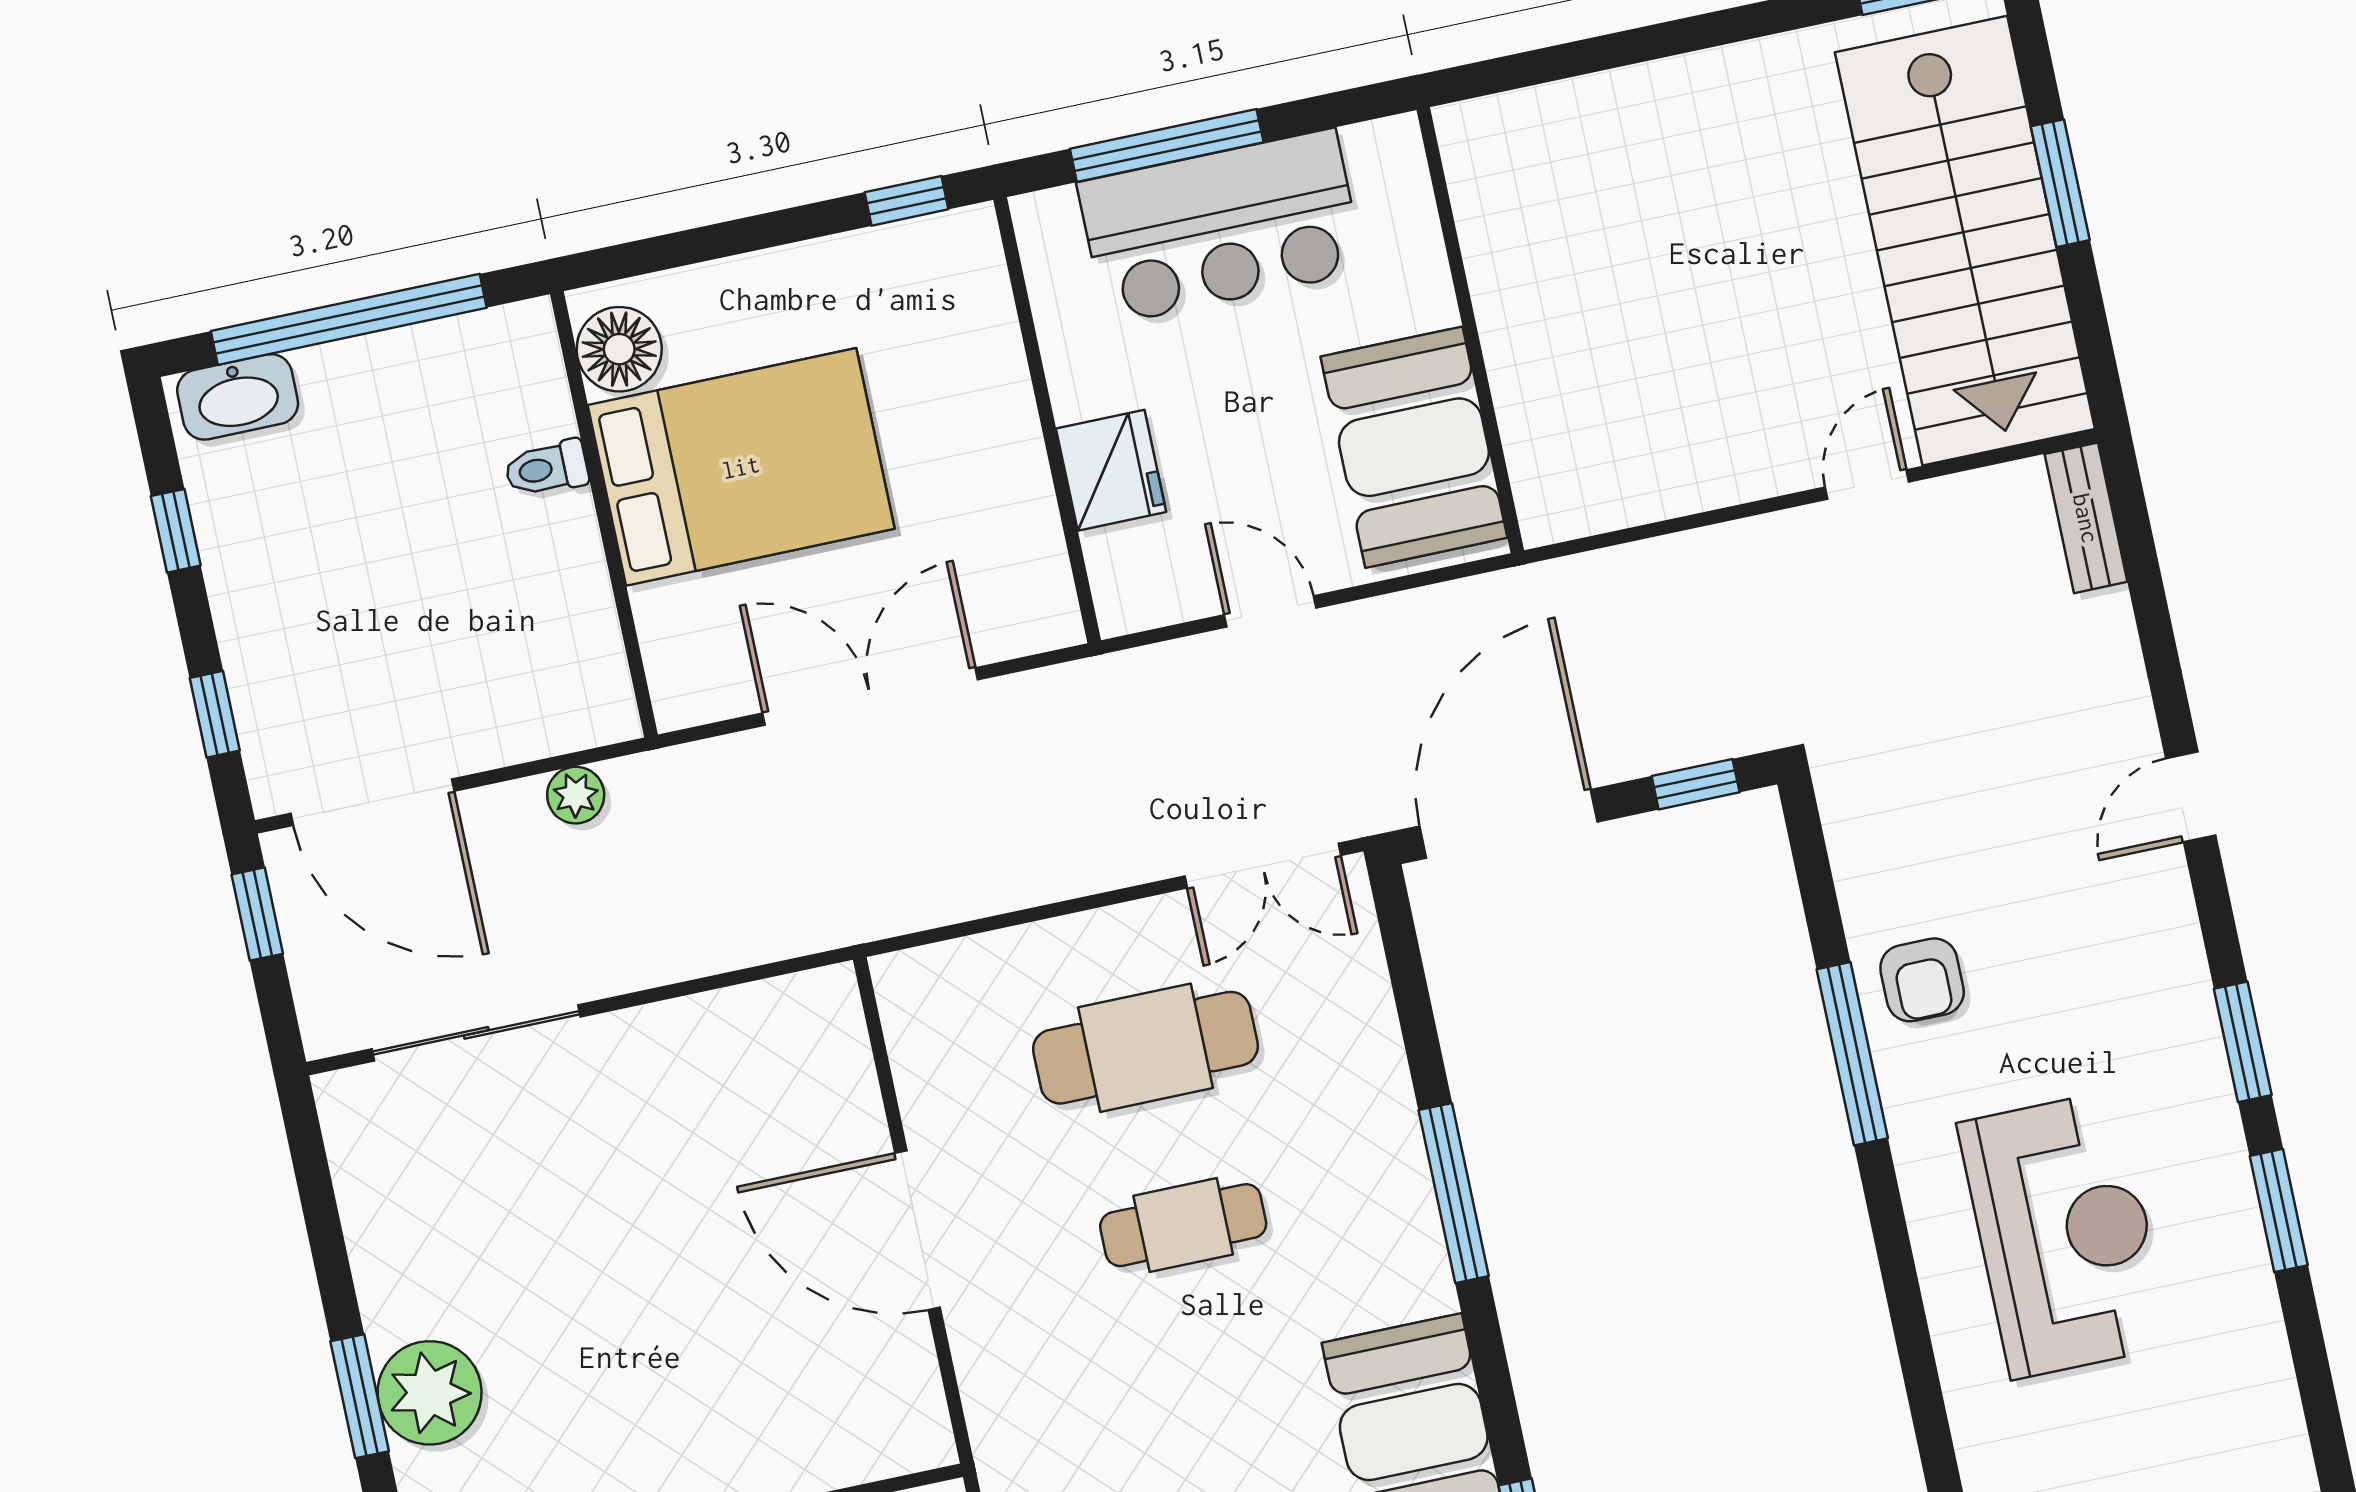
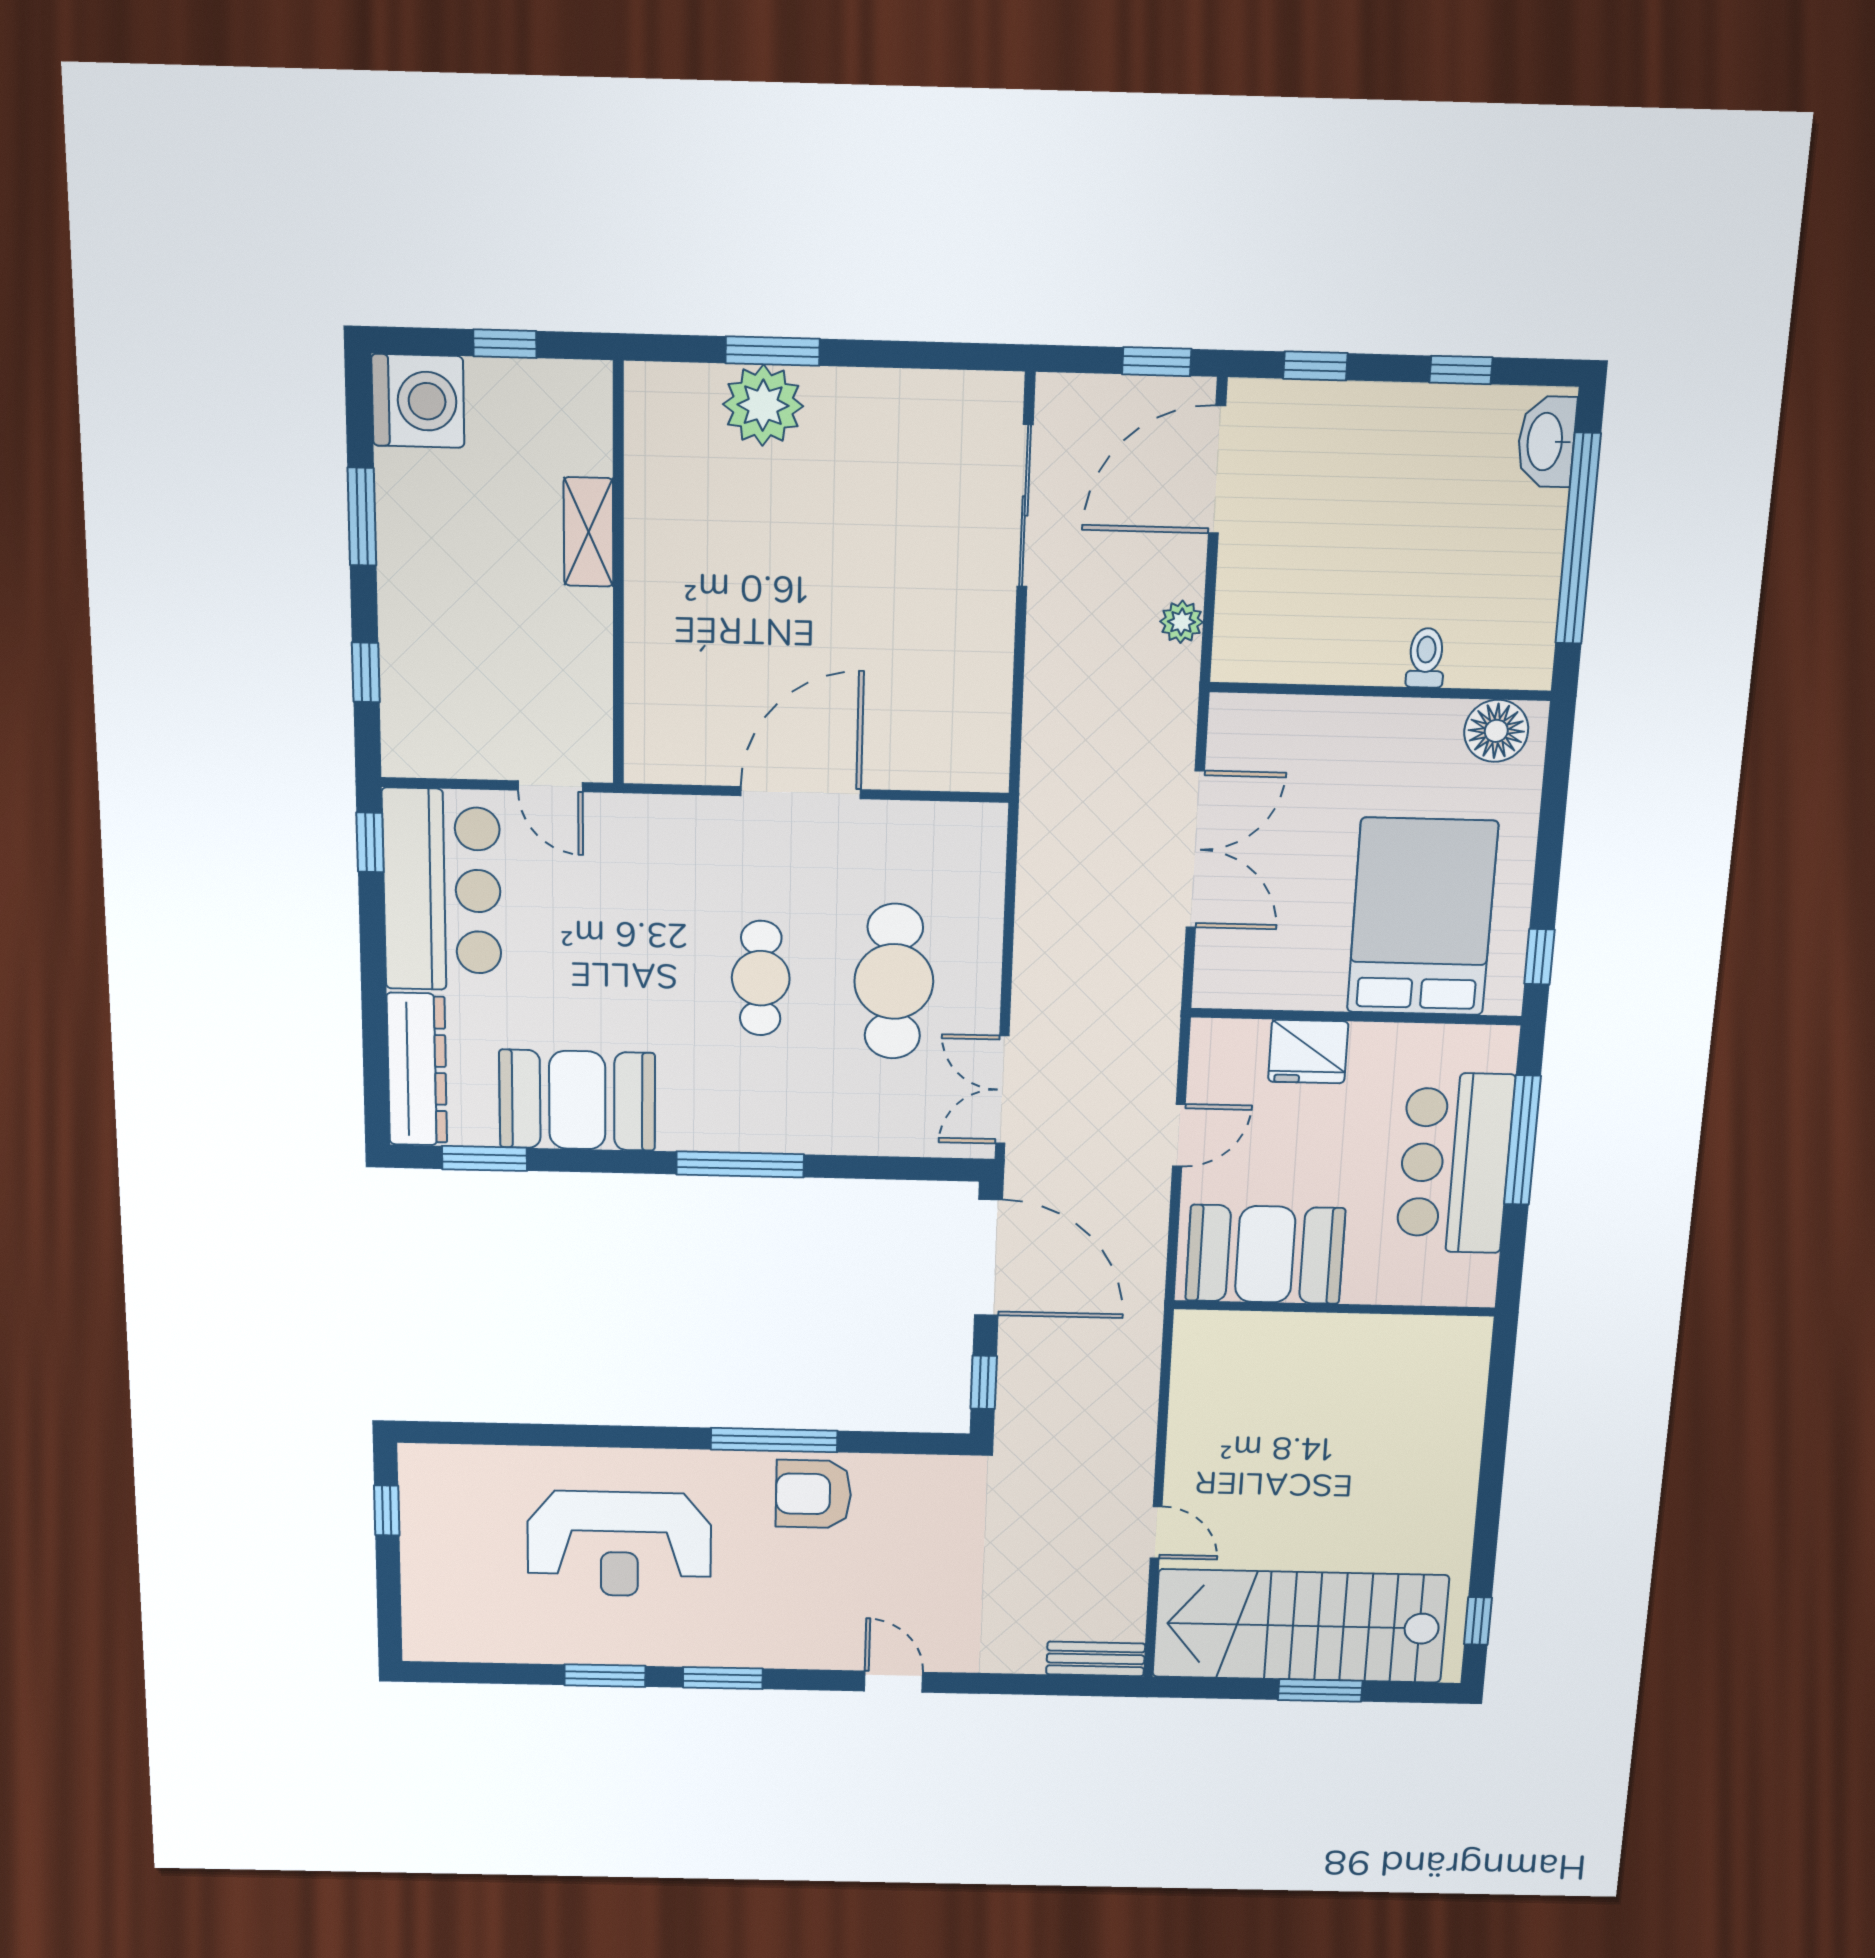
bed: (741, 467) -> (1422, 917), moved, turned 180
armchair: (1922, 980) -> (813, 1494), width x1.38, depth x1.38

